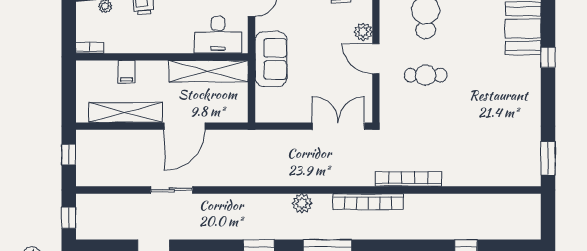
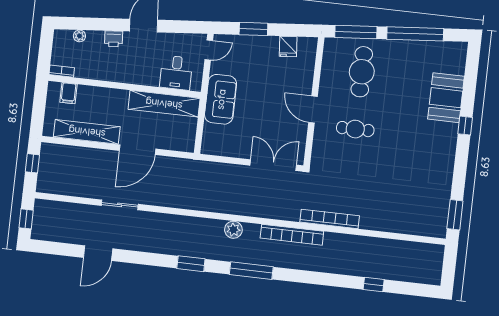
plant: (363, 32) -> (305, 84), removed
desk: (218, 35) -> (176, 73), width x0.73
filing cabinet: (126, 72) -> (69, 93), moved

